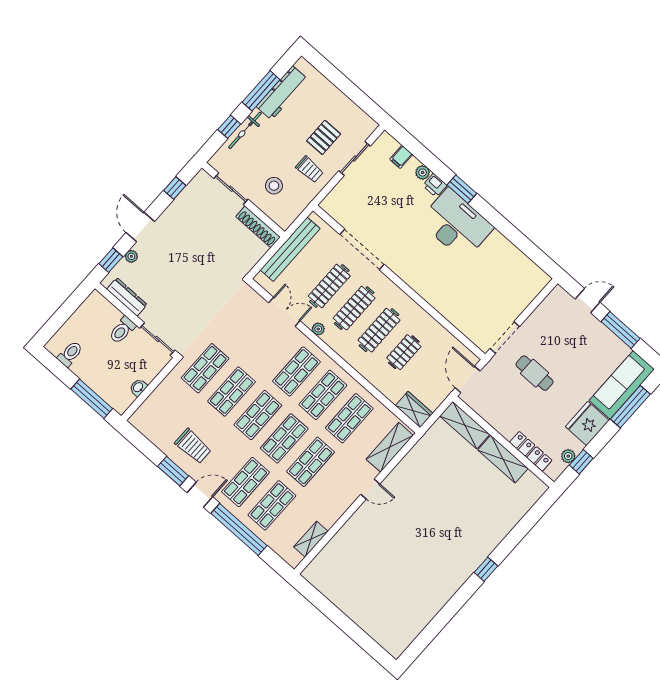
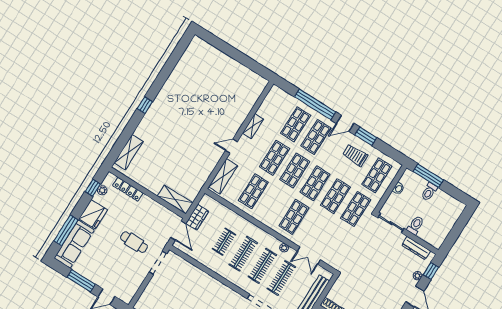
toilet: (70, 354) -> (429, 192), moved
shop shelf: (323, 395) -> (377, 175), moved
wardrobe: (414, 409) -> (197, 217), moved, turned -90
shelving: (503, 459) -> (129, 152), moved, turned 90
shelving: (311, 539) -> (253, 126), moved

